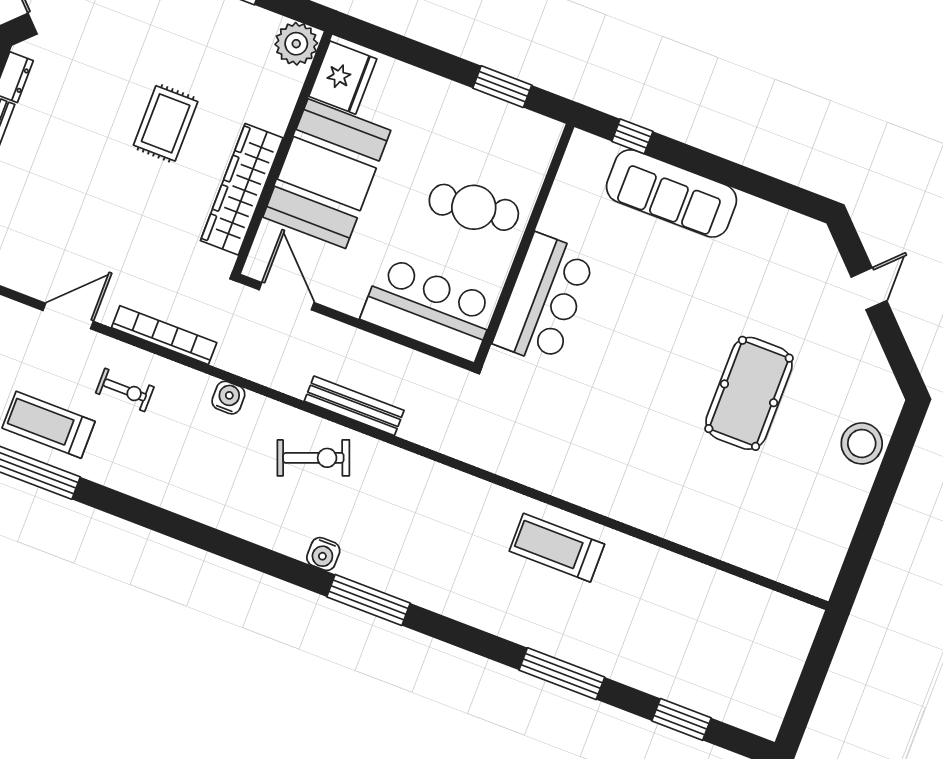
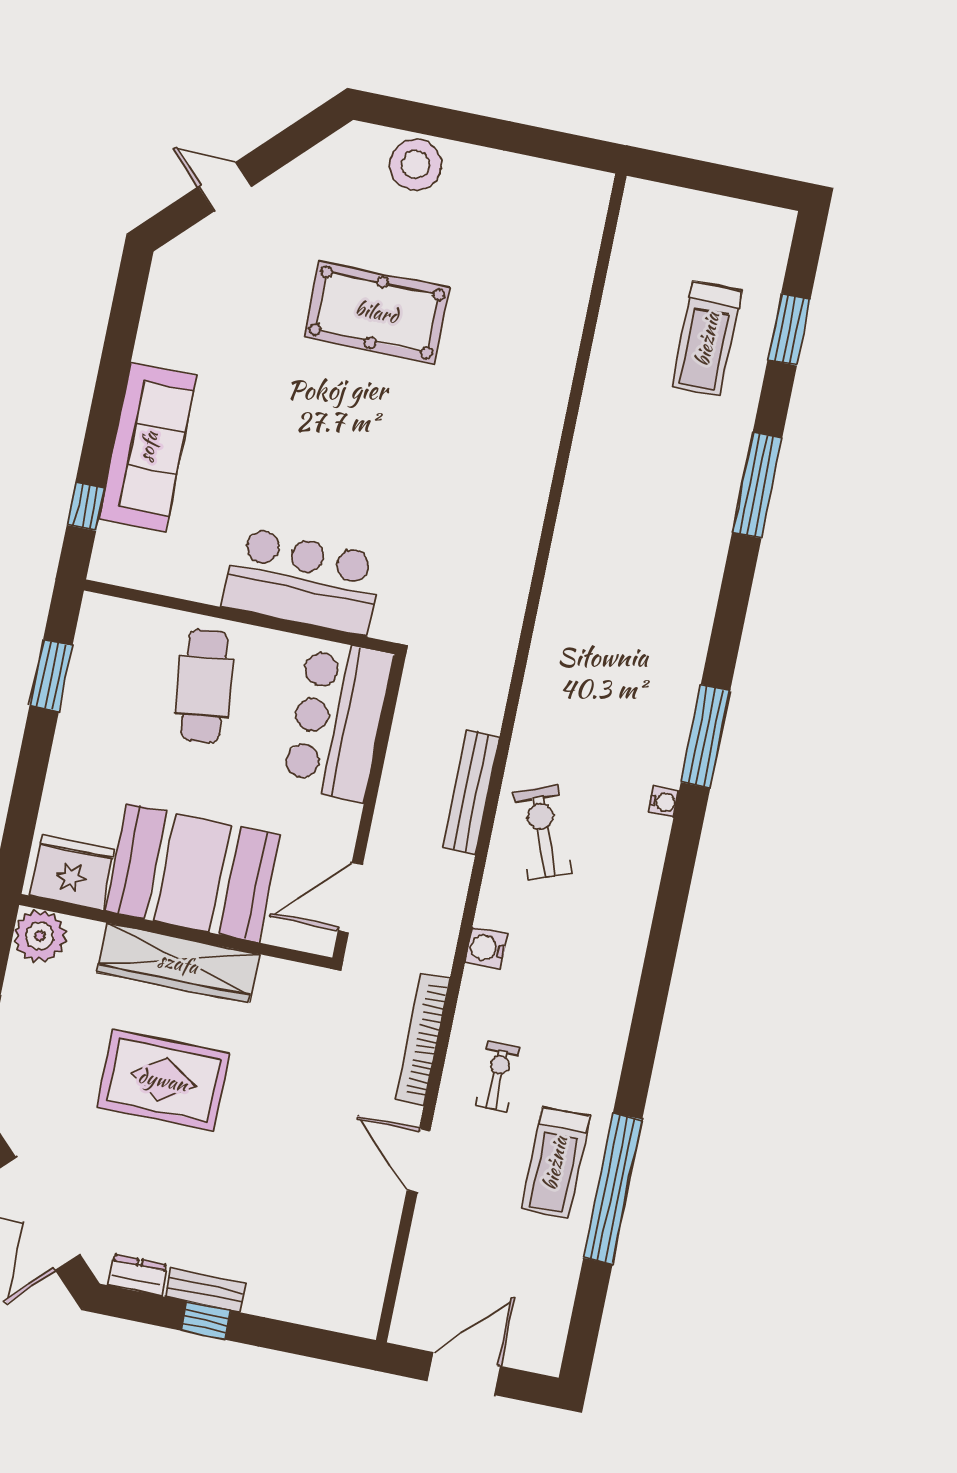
rug: (166, 123) -> (163, 1080), width x1.36, depth x1.43
wardrobe: (242, 189) -> (178, 963), moved
treadmill: (557, 548) -> (707, 339), moved
water cooler: (323, 554) -> (663, 802), width x0.72, depth x0.72

